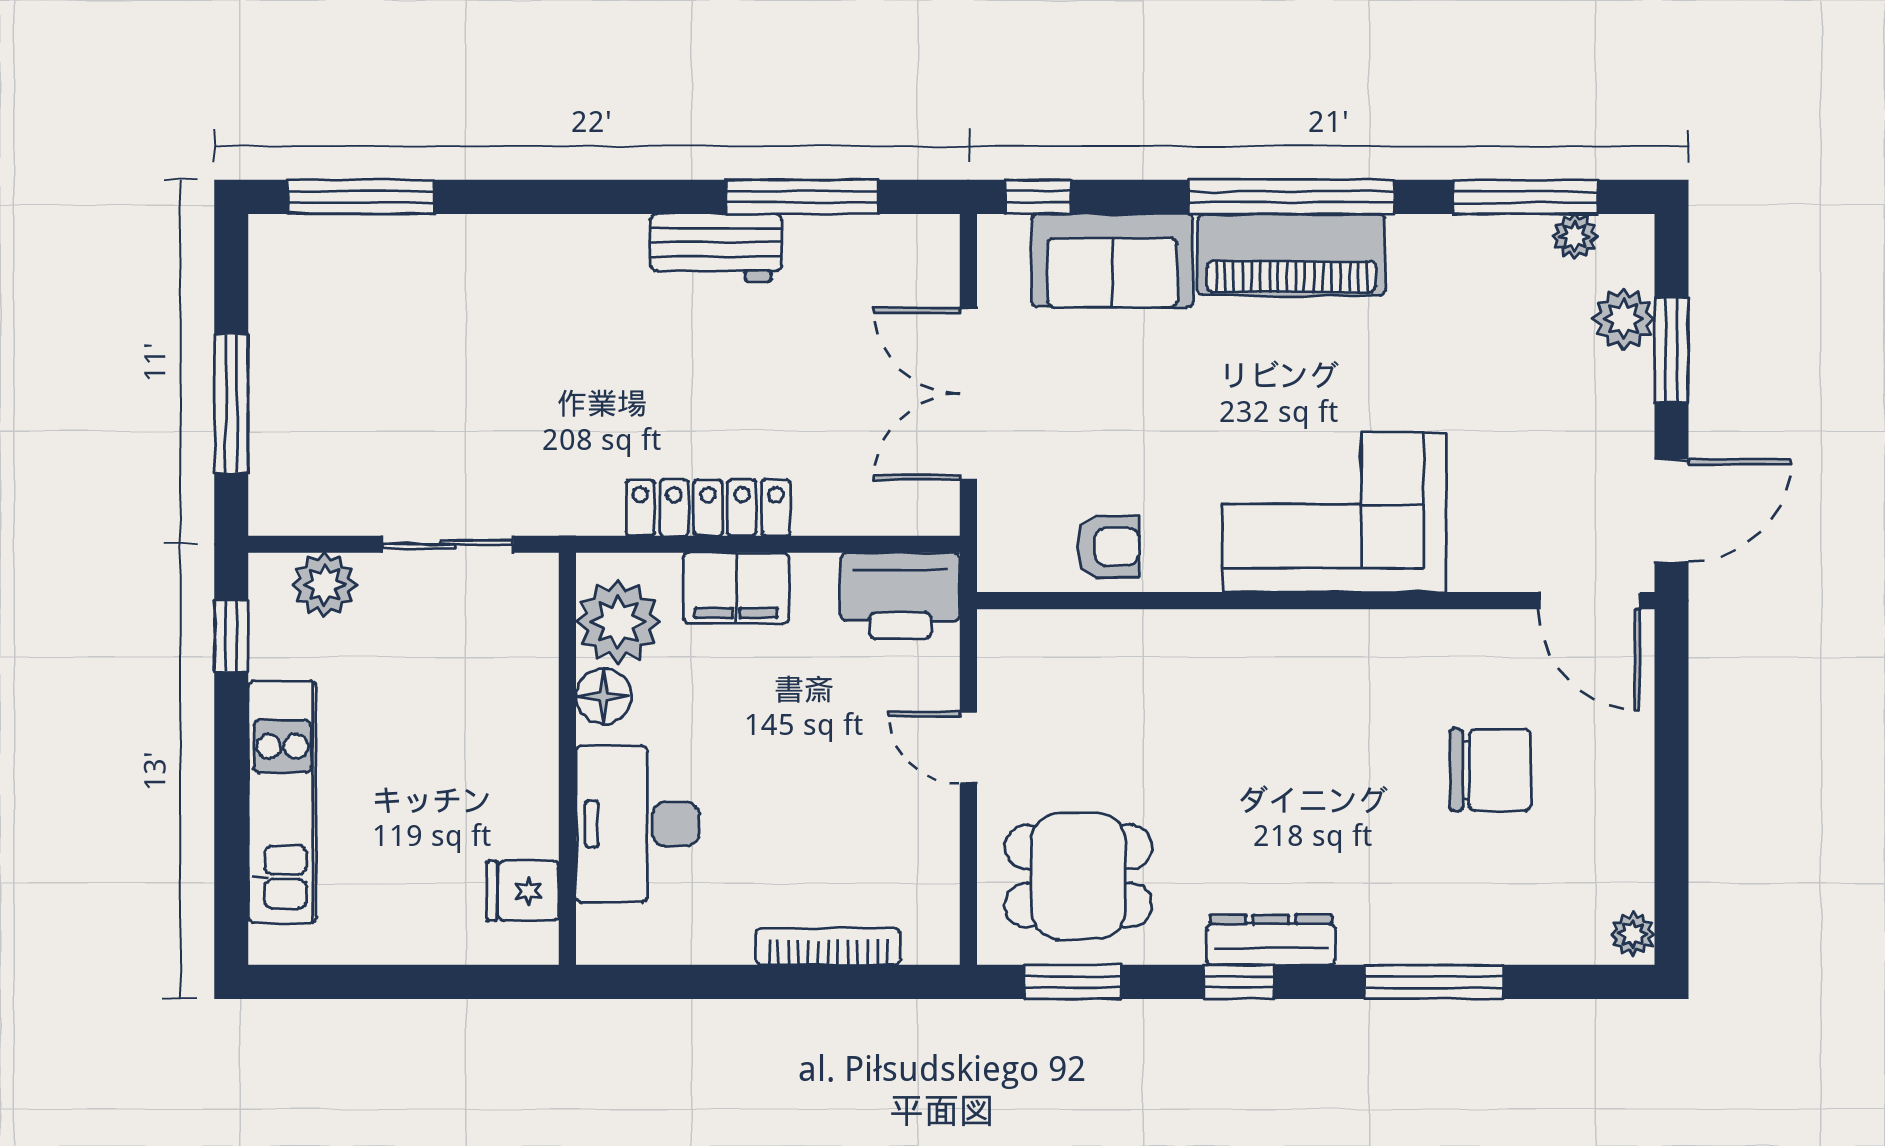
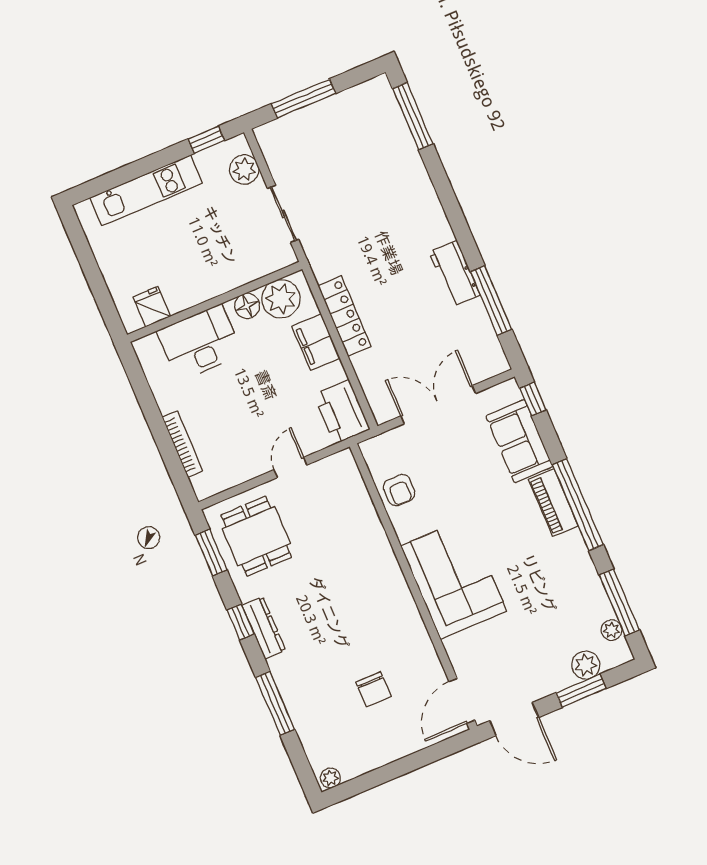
piano: (1291, 255) -> (553, 503), width x0.73, depth x0.75
chair: (1490, 770) -> (374, 689), width x0.73, depth x0.73

